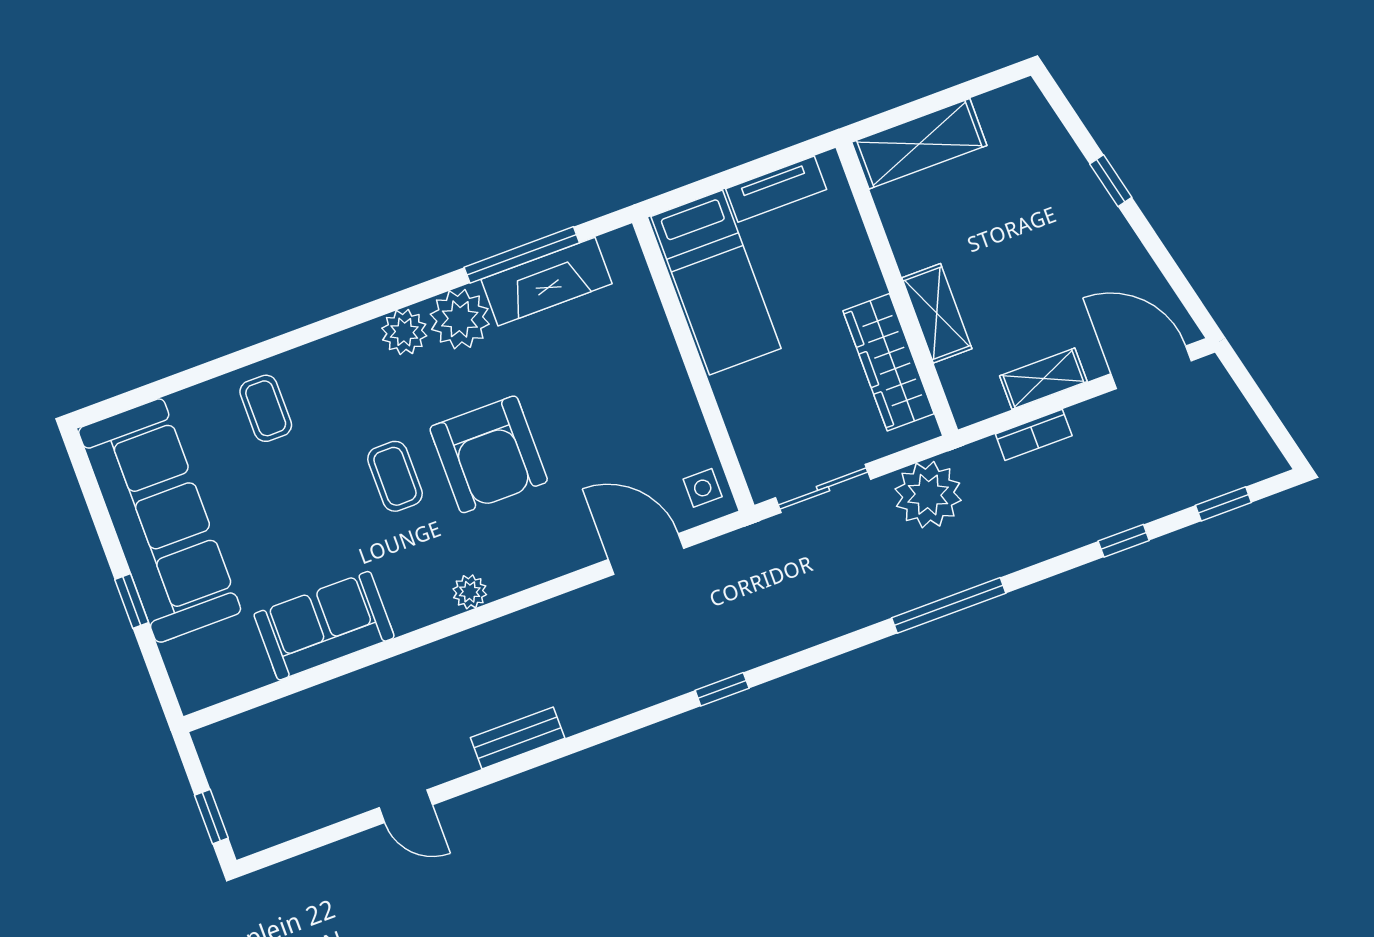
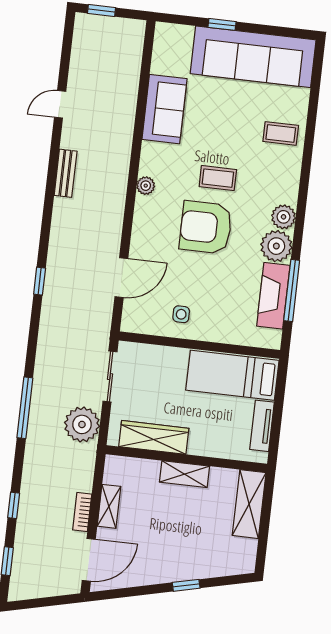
shelving: (937, 313) -> (185, 474), moved
bookcase: (1034, 435) -> (82, 512), moved
side table: (703, 488) -> (181, 314), moved

